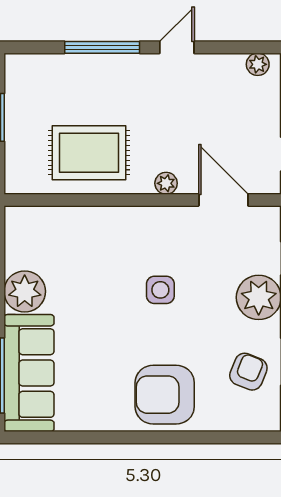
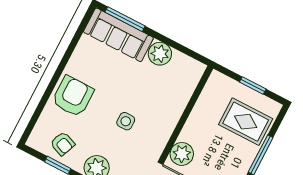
rug: (89, 153) -> (246, 122), moved, turned 90
plant: (166, 183) -> (182, 154), width x1.88, depth x1.88

